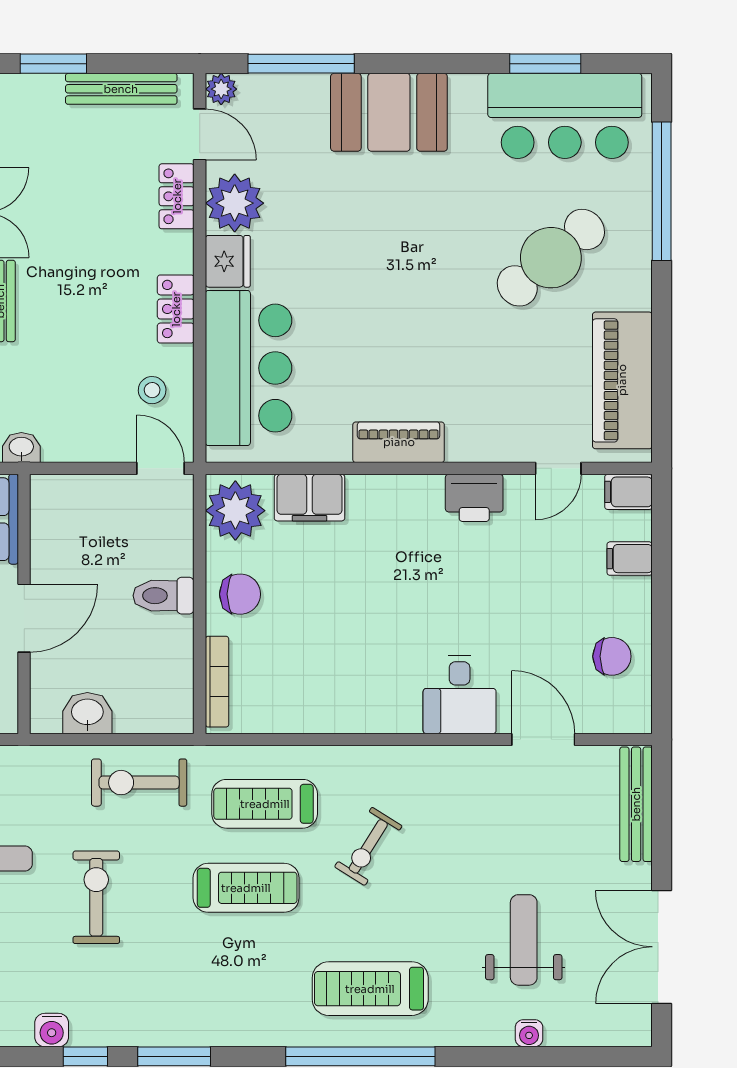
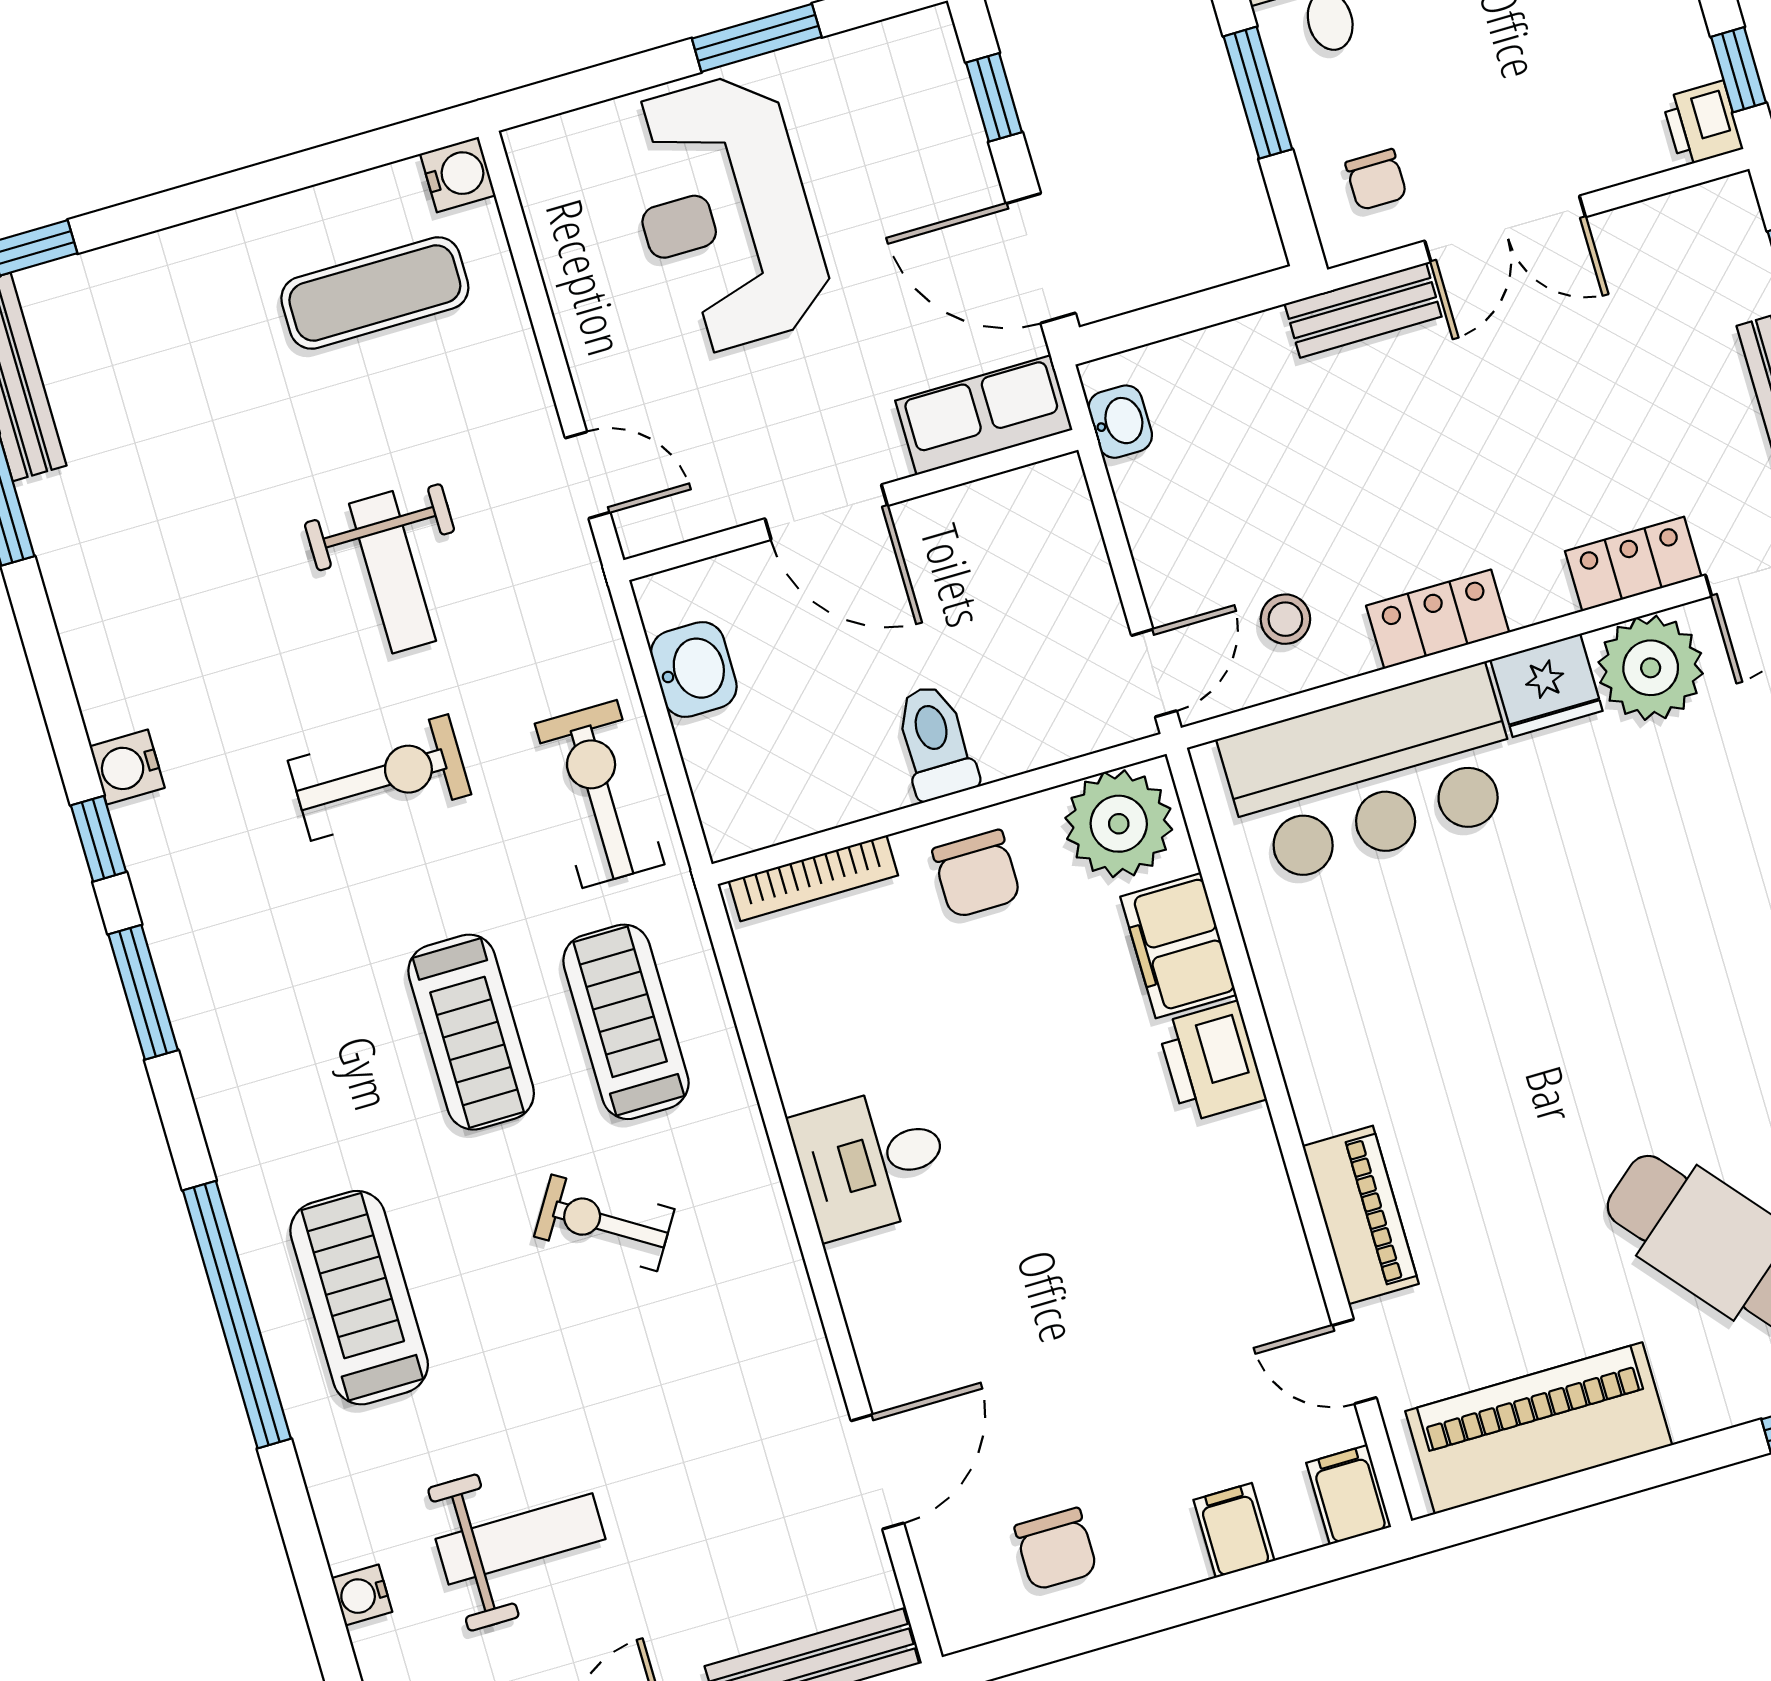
piano: (399, 442) -> (1361, 1215), moved
printer: (474, 498) -> (1212, 1062), moved
desk: (460, 695) -> (872, 1162), moved

